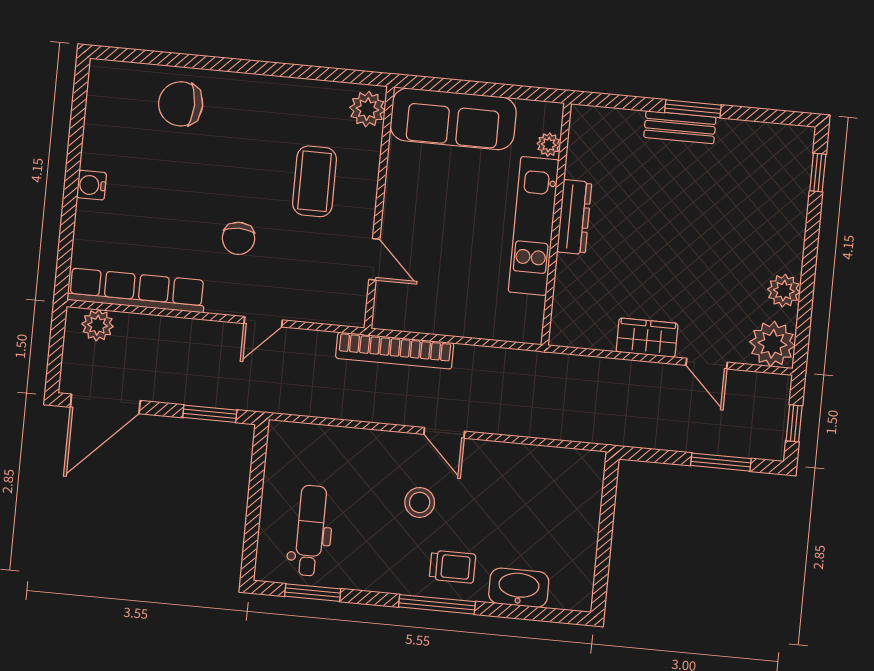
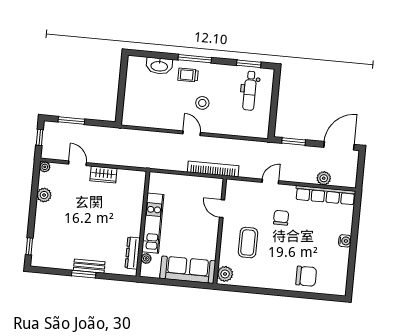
dresser: (574, 217) -> (133, 253), moved
plant: (98, 325) -> (324, 178), moved
plant: (772, 344) -> (45, 167), width x0.53, depth x0.53

